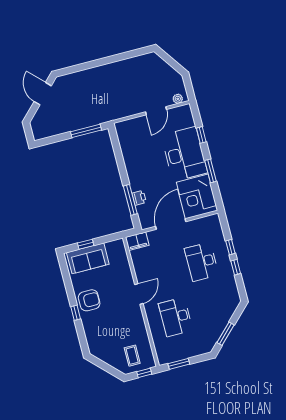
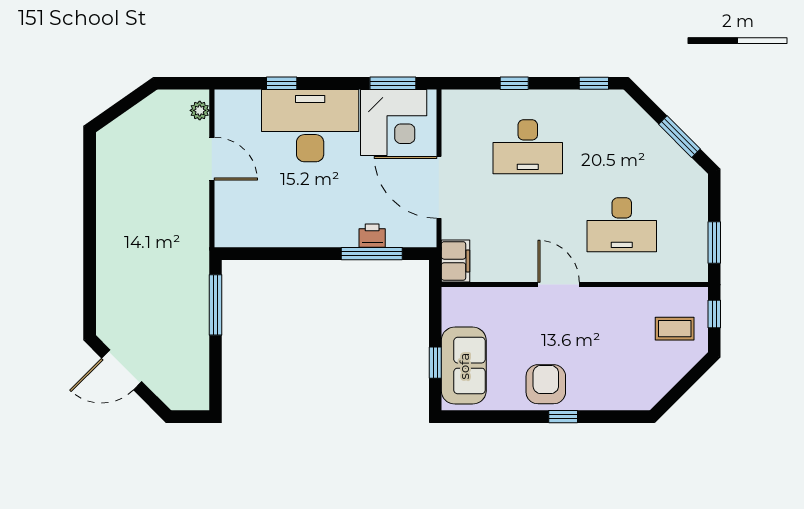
window: (211, 171) -> (393, 83), moved
window: (236, 267) -> (594, 83), moved

